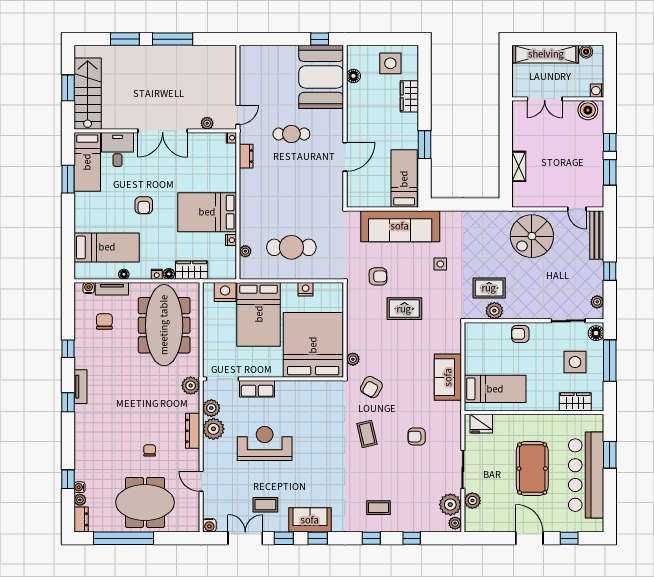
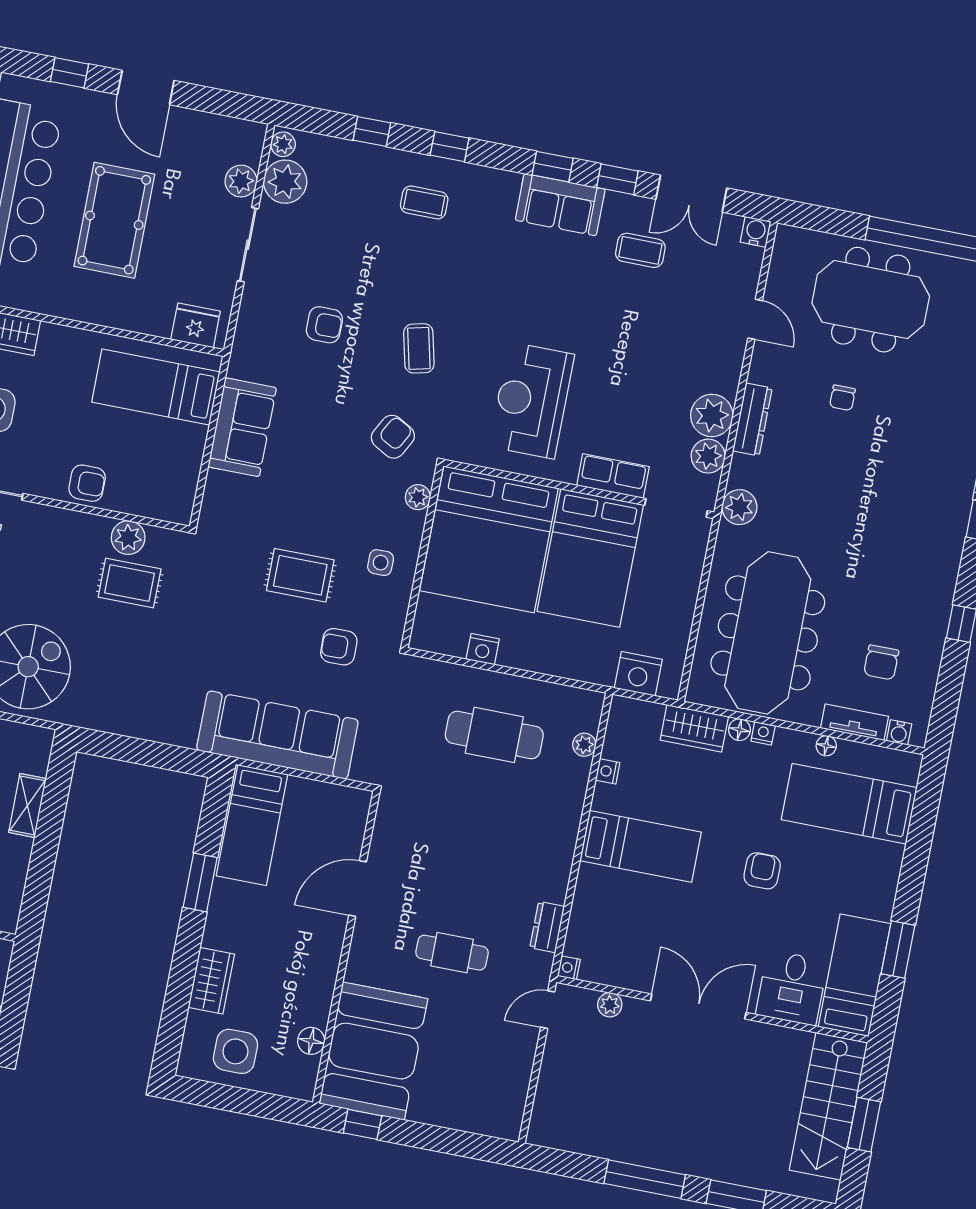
bed: (207, 212) -> (641, 846), width x0.67
side table: (440, 264) -> (381, 563), moved
bed: (259, 314) -> (590, 558), moved, turned 180
tv unit: (81, 387) -> (951, 546), removed
reception desk: (265, 443) -> (532, 400), moved, turned 90

